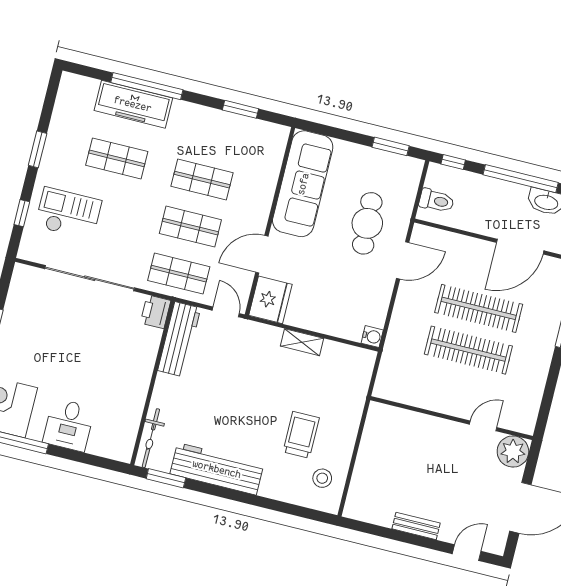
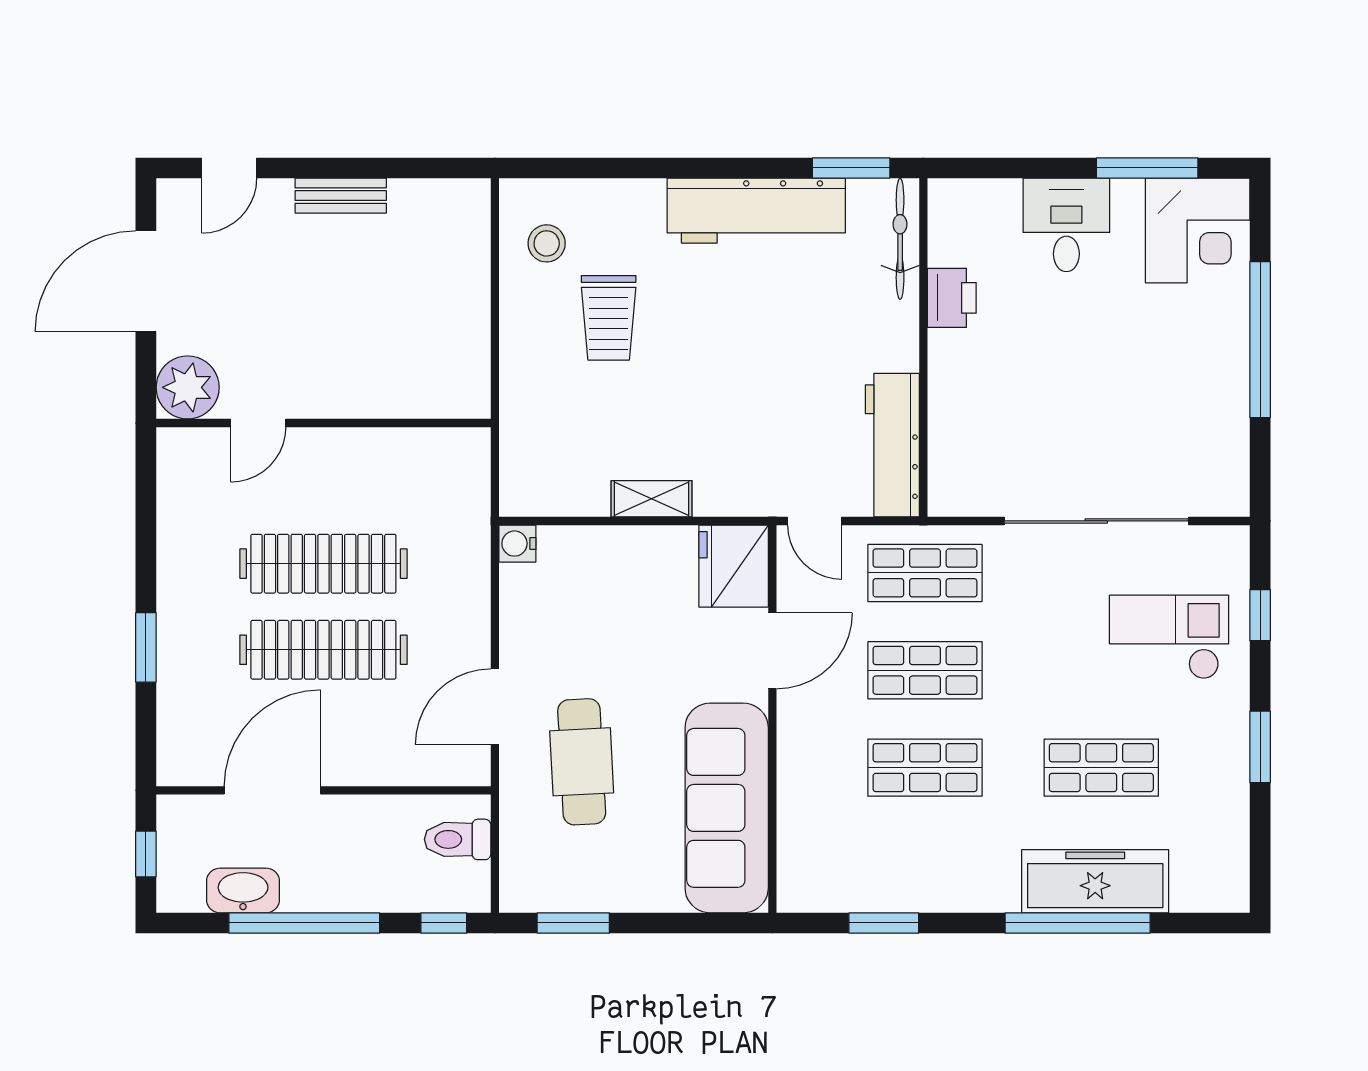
checkout: (68, 213) -> (1169, 637), turned 180
printer: (155, 312) -> (952, 298), moved

